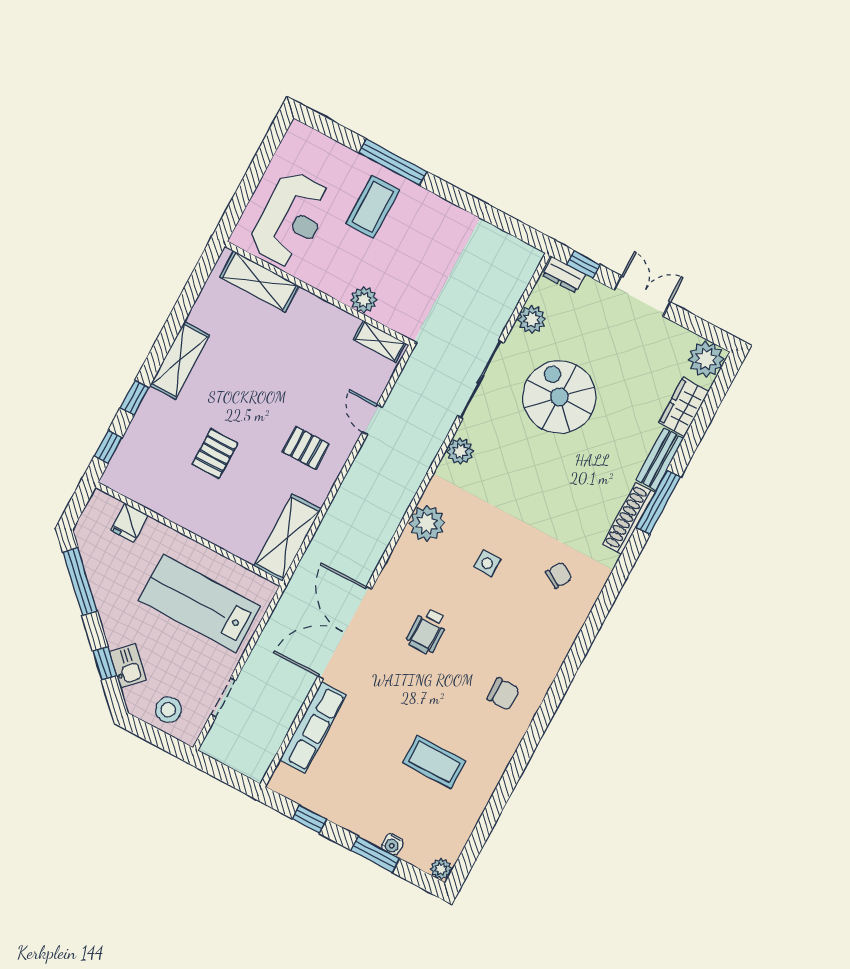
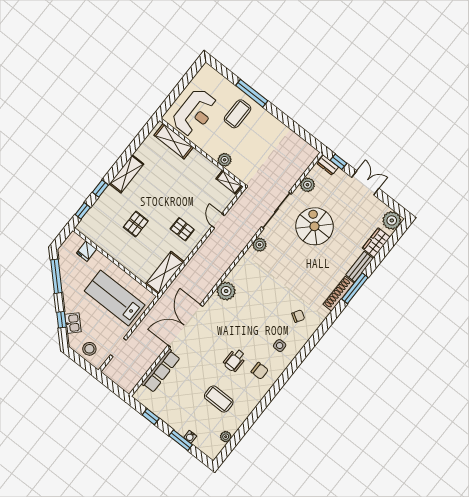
plant: (427, 523) -> (226, 291), moved
side table: (487, 563) -> (280, 346), moved
wheelchair: (427, 631) -> (235, 360), moved
plant: (441, 869) -> (226, 437), moved

